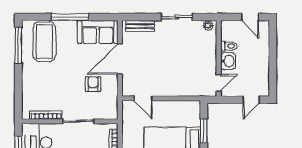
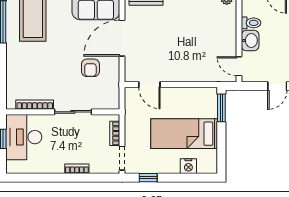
door: (219, 83) -> (239, 66), swing flipped
armchair: (93, 84) -> (90, 68), turned 180
window: (204, 131) -> (221, 108), moved

